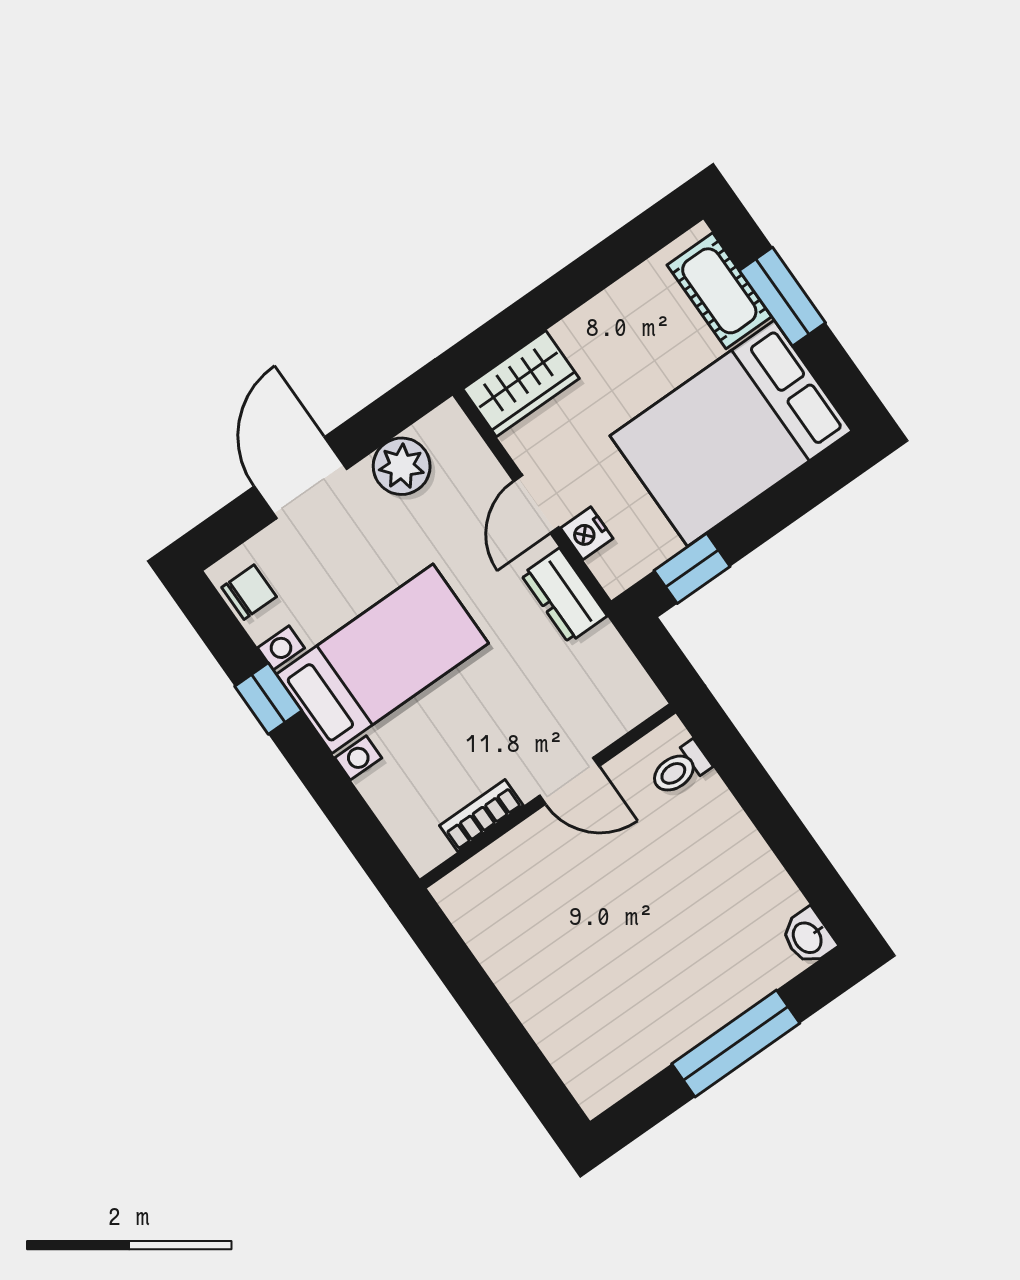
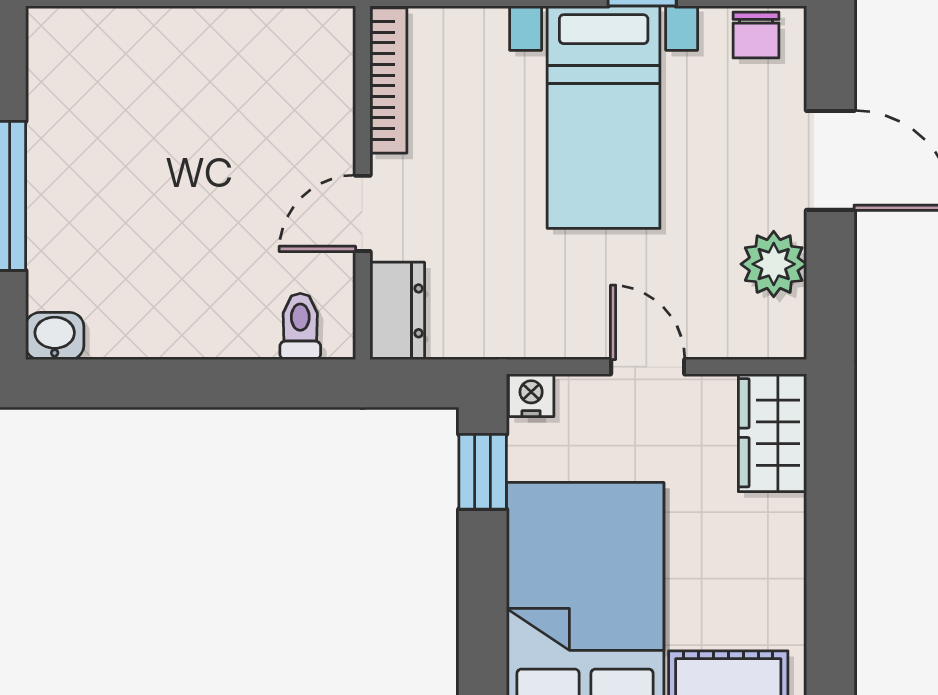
nightstand: (587, 533) -> (531, 395), moved
dresser: (564, 595) -> (397, 311), moved, turned 90
bookcase: (481, 816) -> (388, 80), width x1.56

